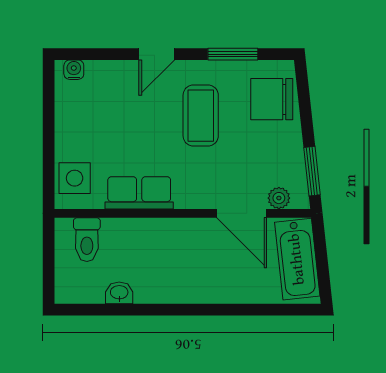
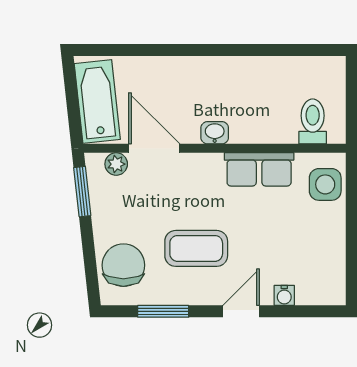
water cooler: (74, 70) -> (284, 295), moved
chair: (272, 99) -> (123, 265), turned -90
coffee table: (201, 116) -> (196, 248), turned 90
washbasin: (119, 293) -> (215, 133), moved, turned 180

